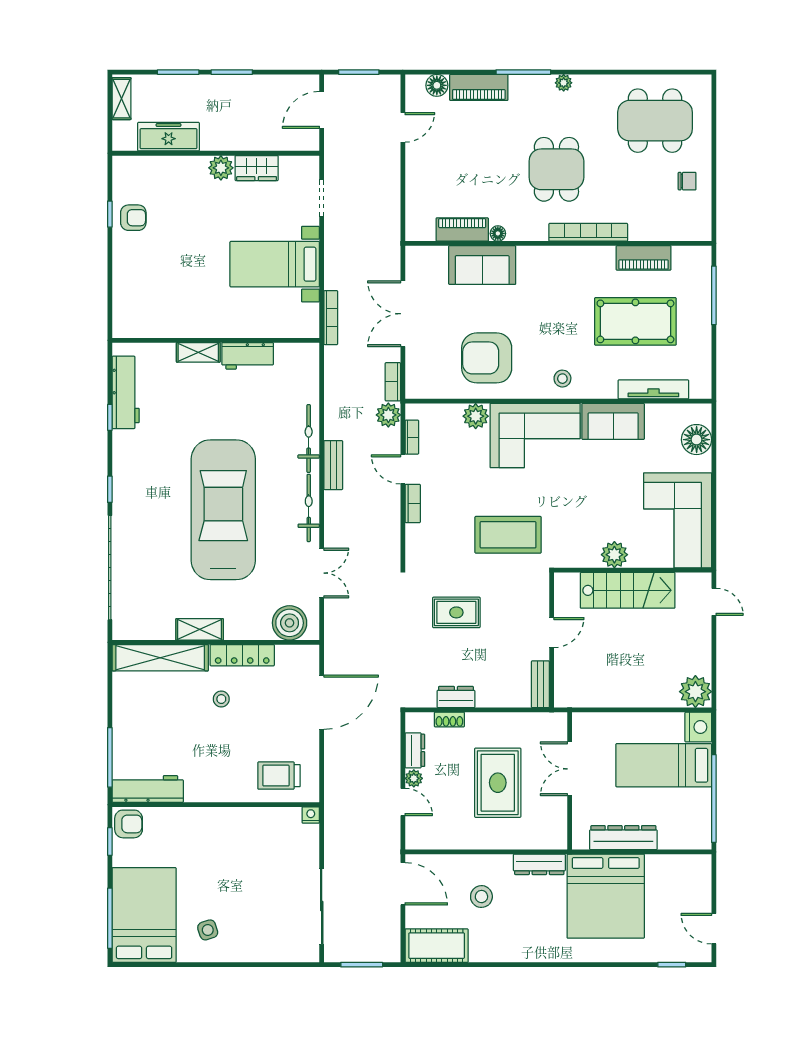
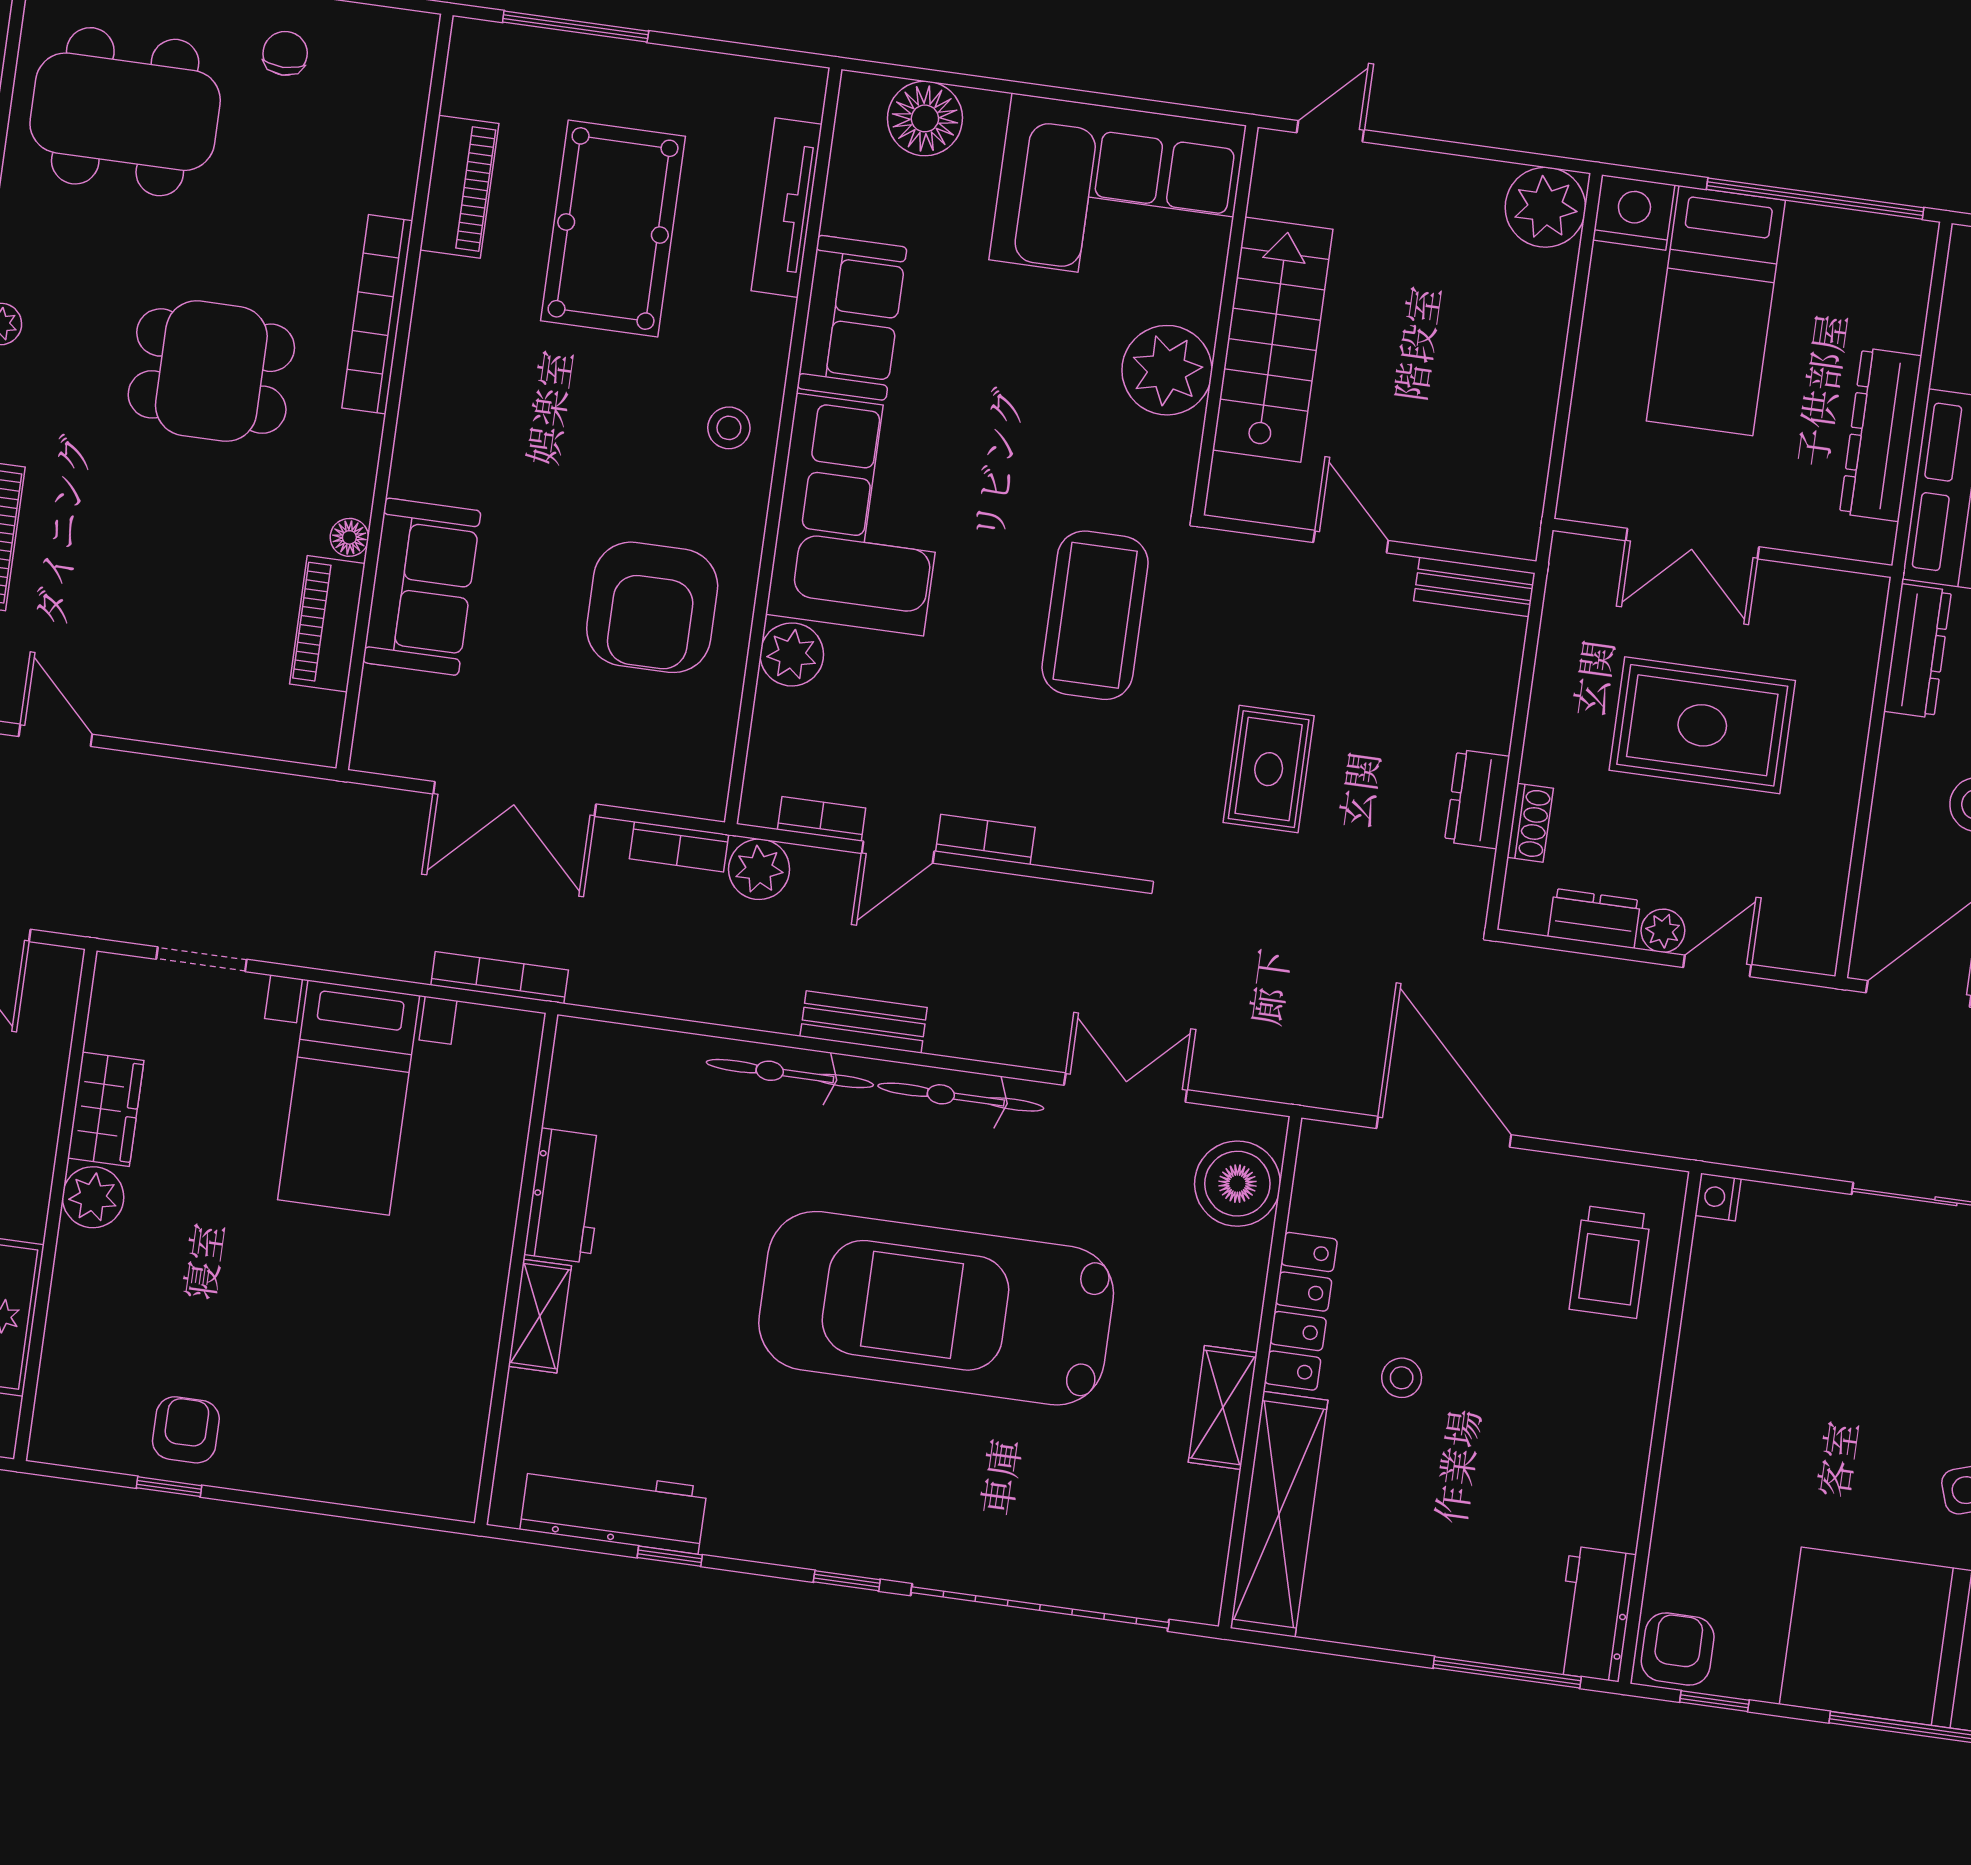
dining table: (655, 121) -> (125, 112), turned 90
plant: (614, 555) -> (1167, 370), width x1.36, depth x1.36
workbench: (148, 789) -> (1595, 1614), width x0.73

